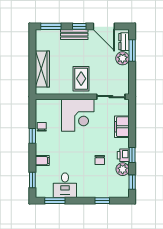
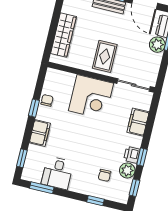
chair: (100, 160) -> (105, 175), moved
filing cabinet: (42, 161) -> (40, 133), width x2.00

